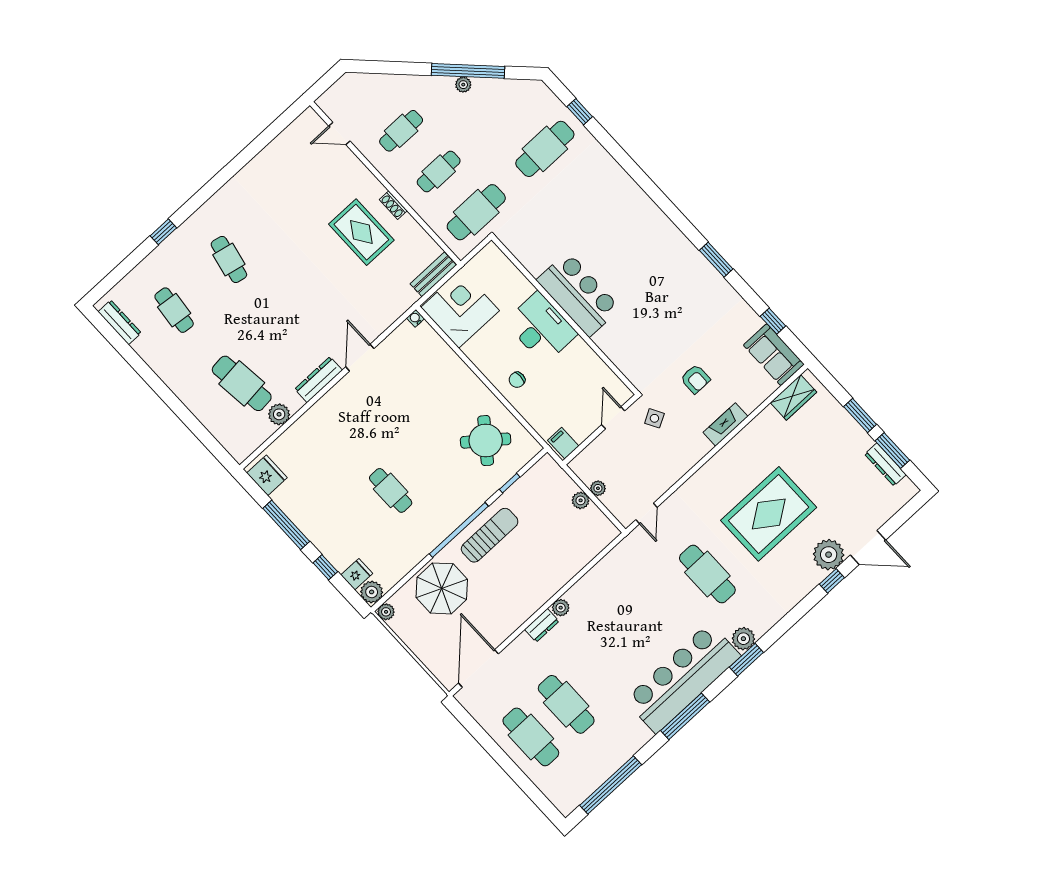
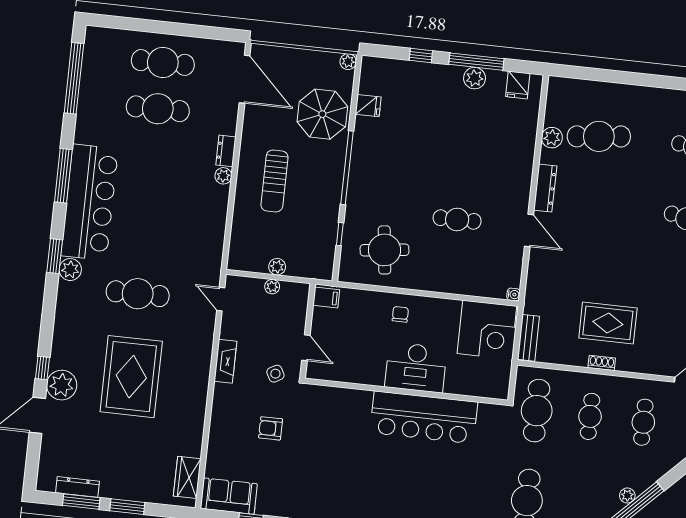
bar counter: (578, 294) -> (424, 417), width x1.36
fireplace: (725, 424) -> (225, 361), moved
round table: (486, 441) -> (385, 250), turned 45
fridge: (267, 475) -> (518, 85), width x0.72
cafe table: (391, 490) -> (457, 220), moved
sun lounger: (490, 535) -> (274, 181), moved
fridge: (357, 574) -> (368, 106), moved, turned -90
plant: (372, 592) -> (475, 78), moved

